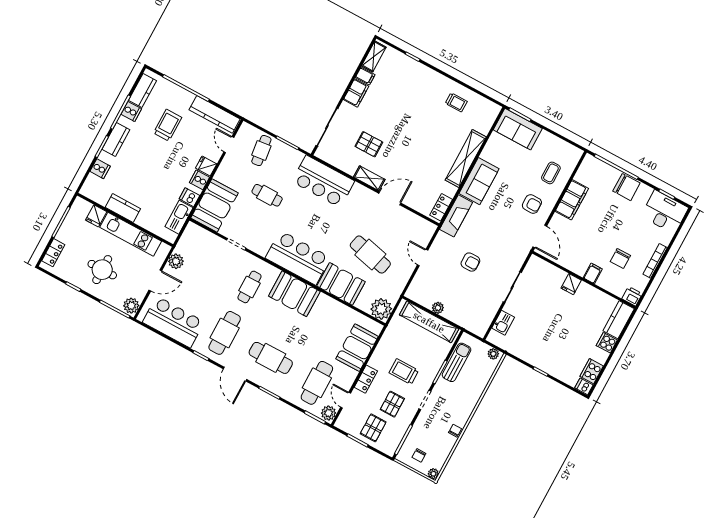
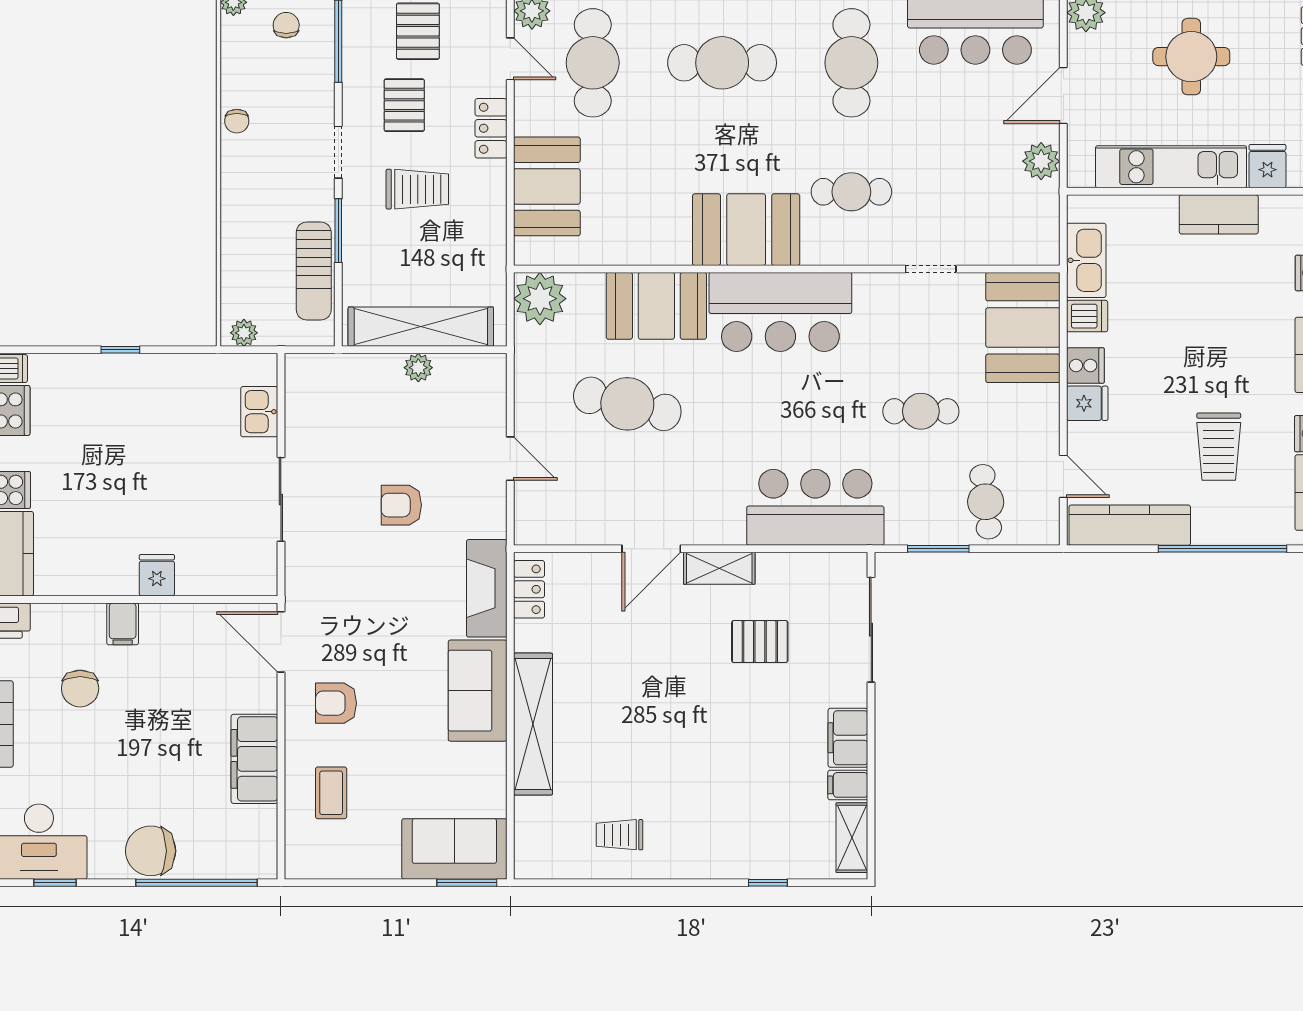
chair: (620, 259) -> (80, 689), turned 180
cafe table: (249, 287) -> (851, 192), turned 90

